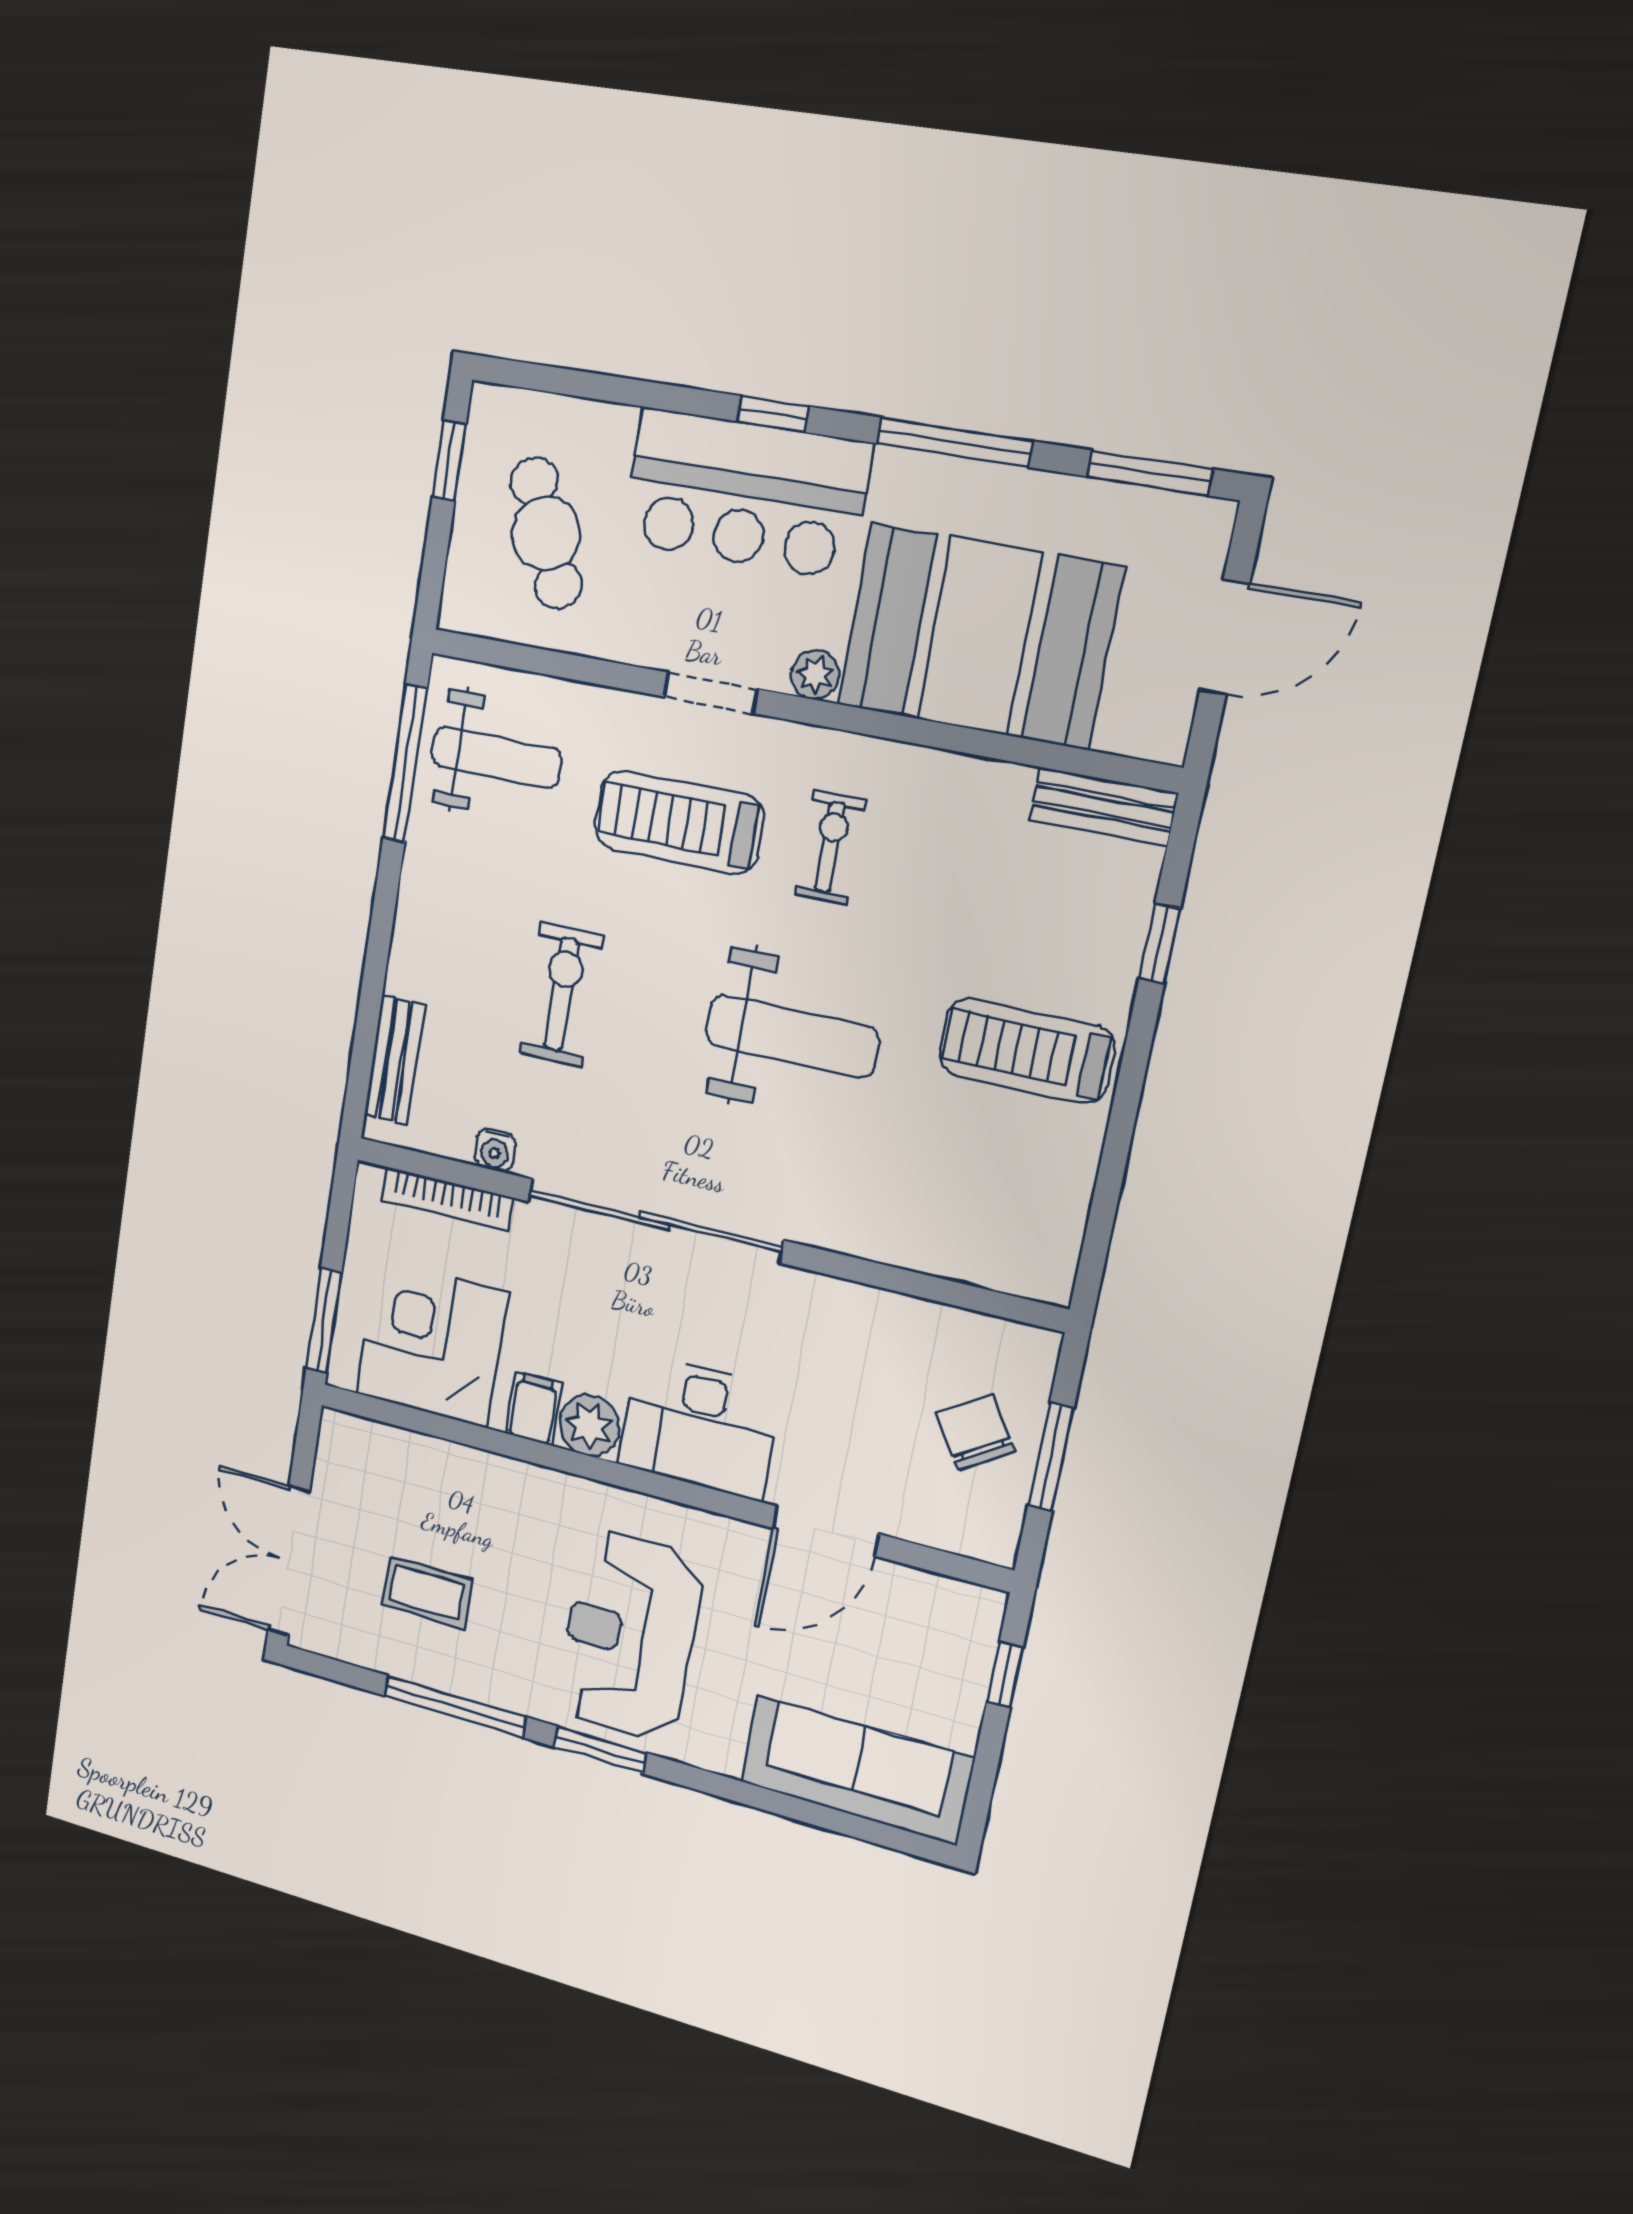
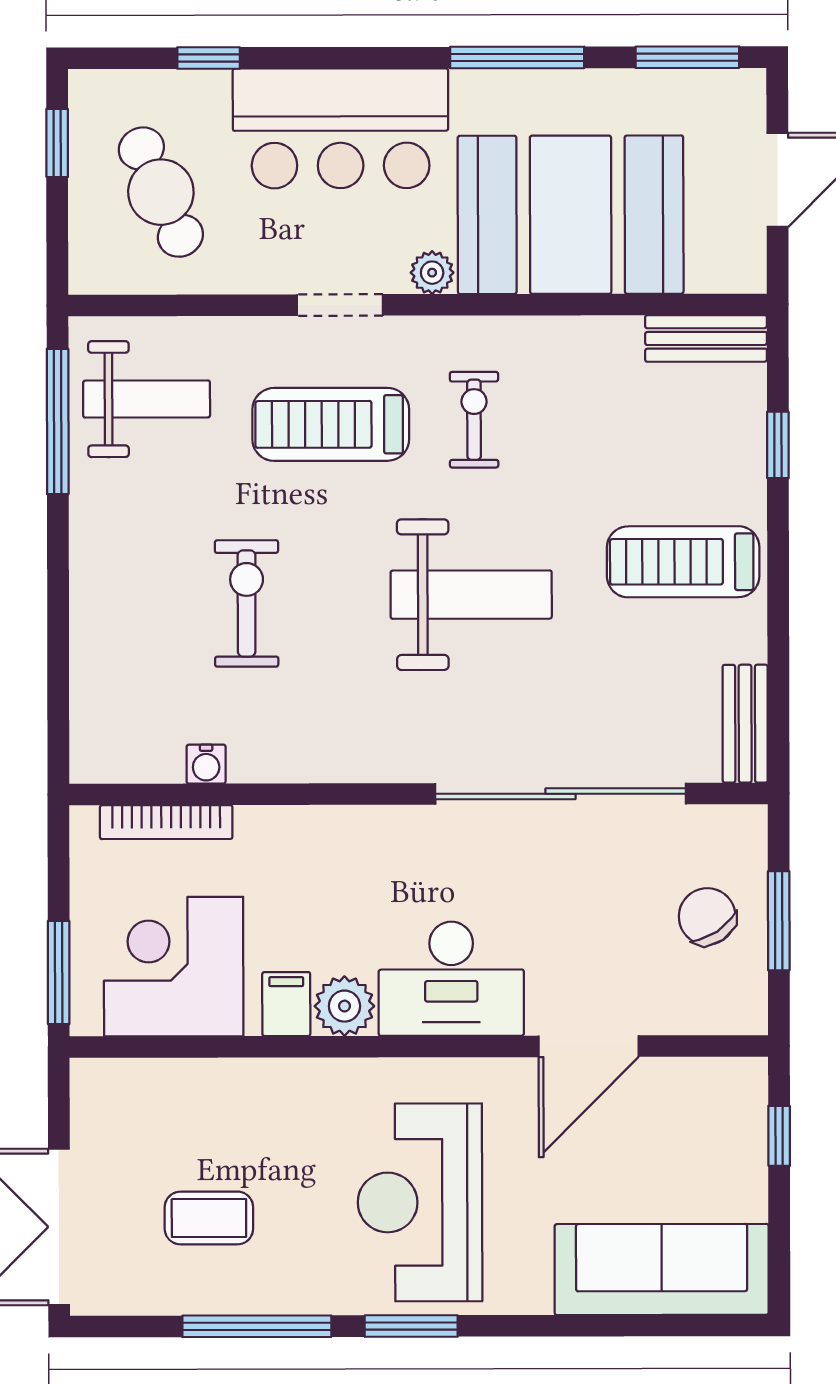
window: (773, 414) -> (209, 58), moved
bench: (394, 1060) -> (745, 724), moved
sliding door: (655, 1221) -> (561, 794), moved

